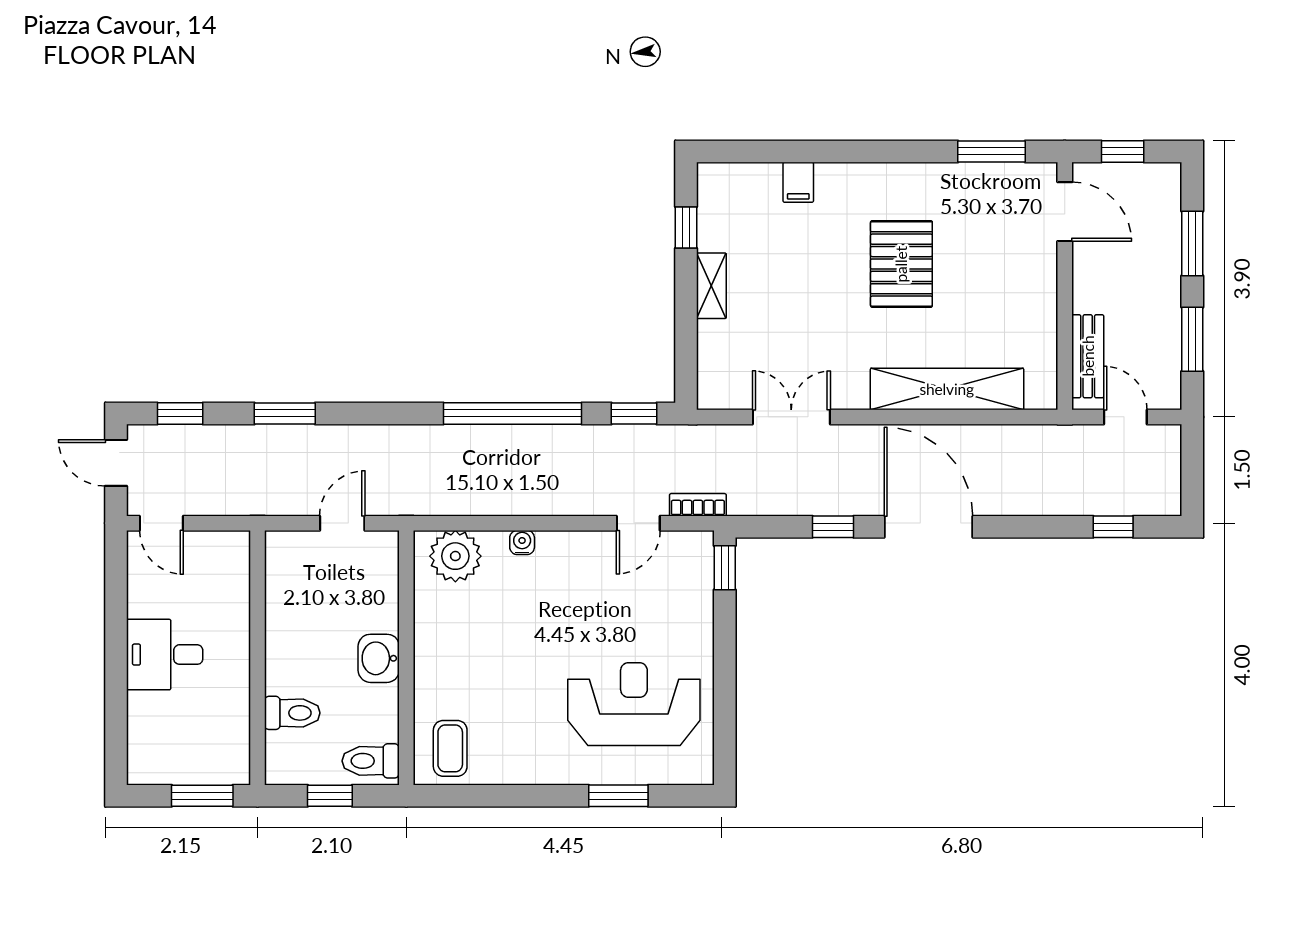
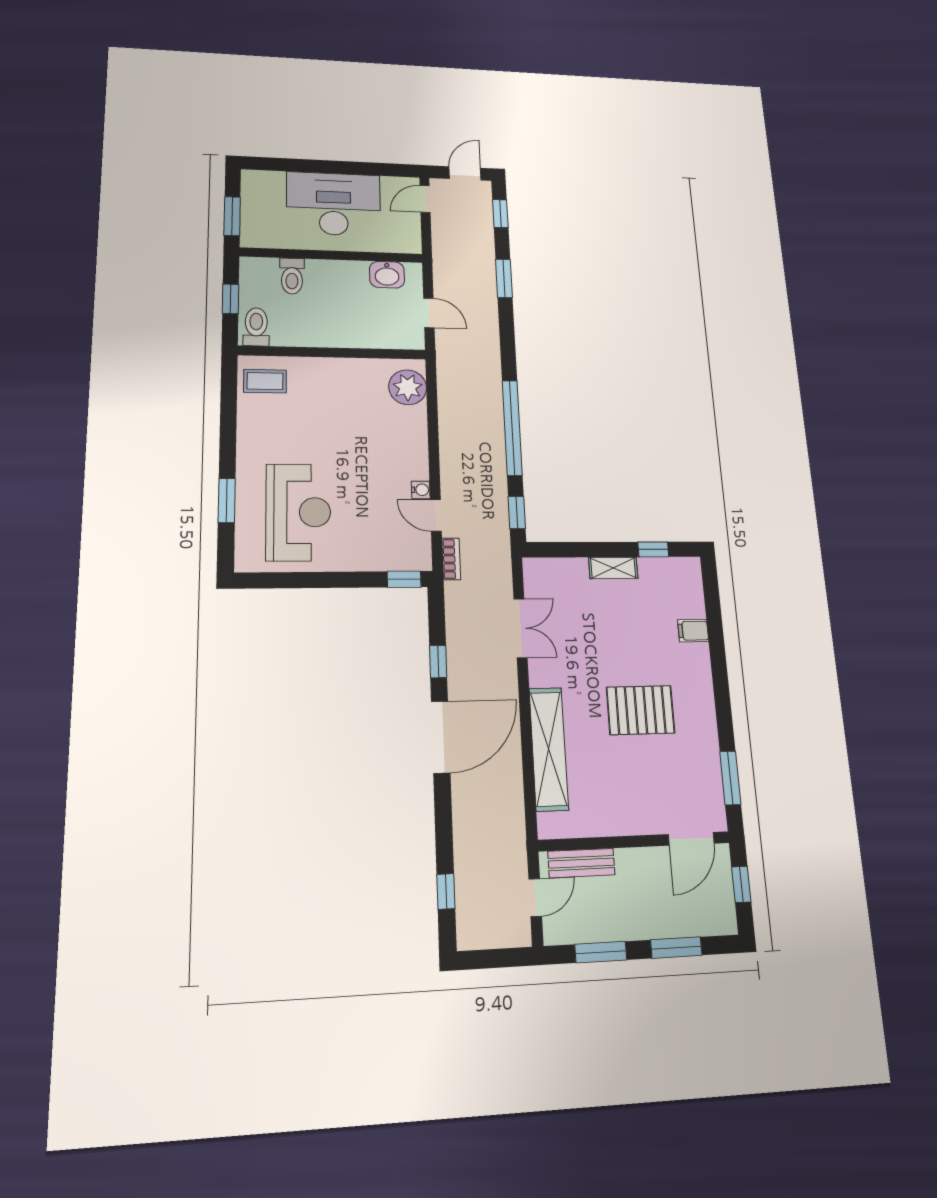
water cooler: (522, 542) -> (421, 490), moved
desk: (165, 655) -> (334, 204), width x1.87, depth x1.30
washbasin: (379, 658) -> (387, 275), moved, turned 180

